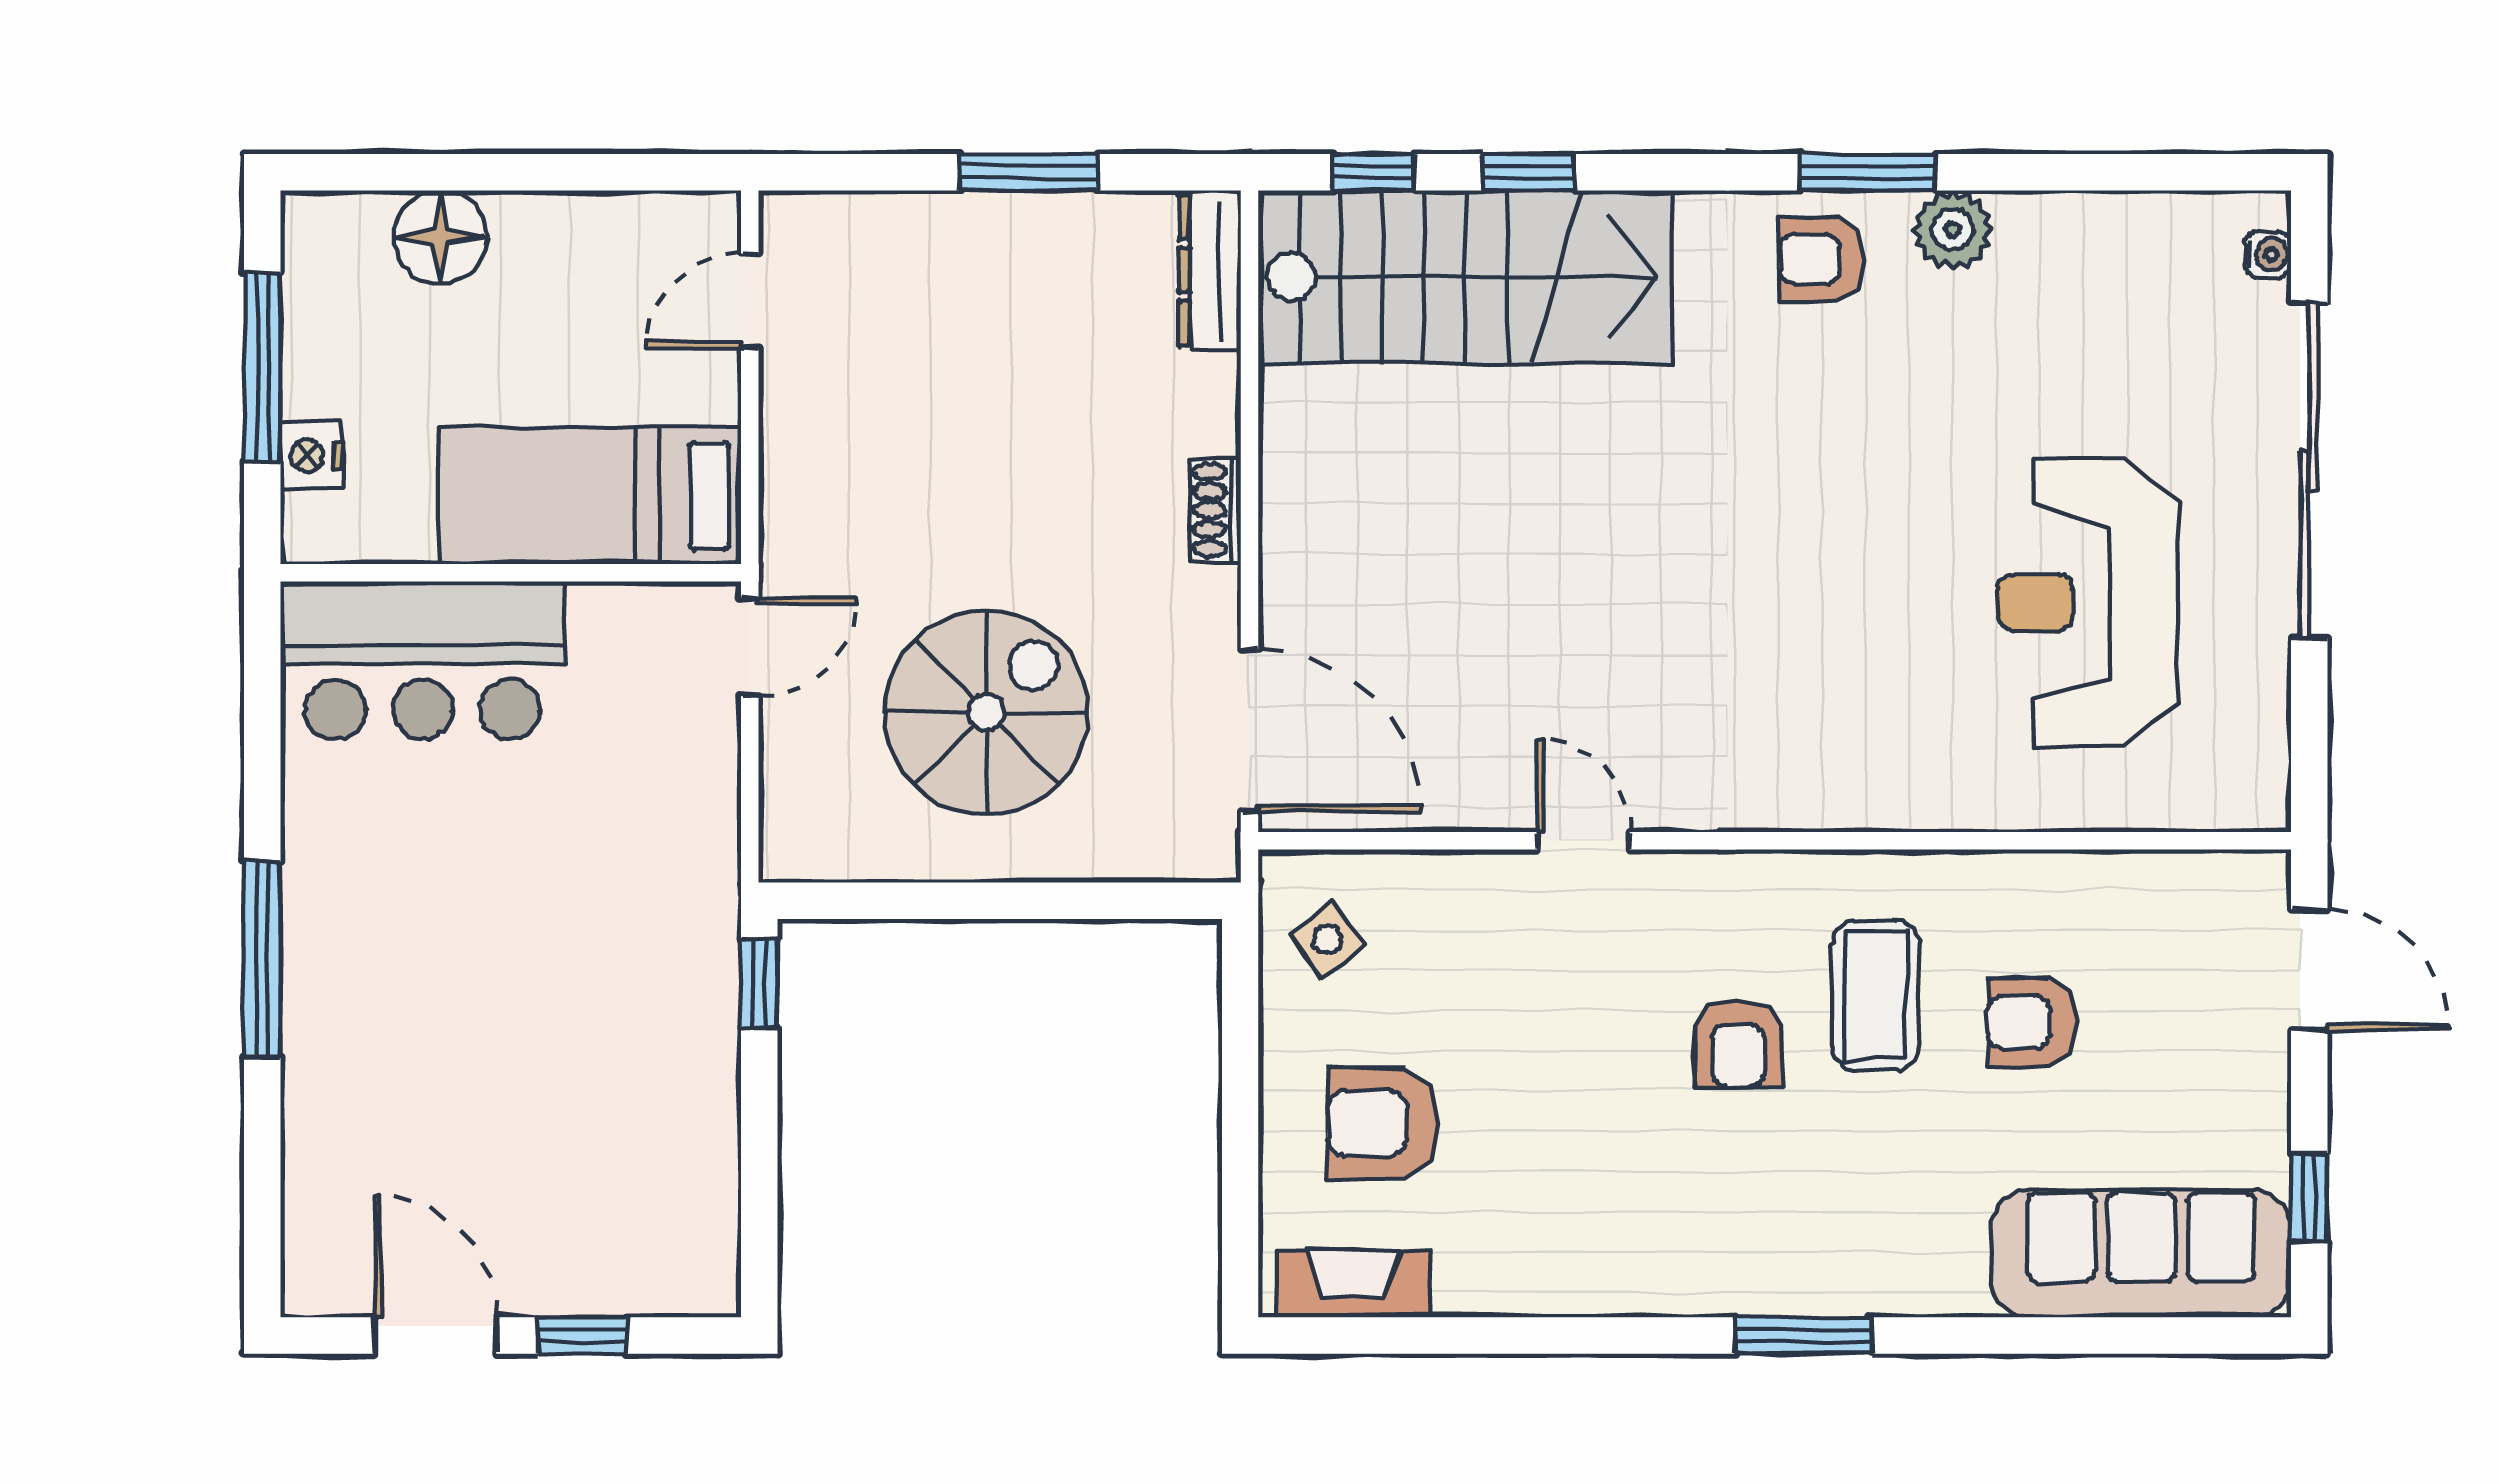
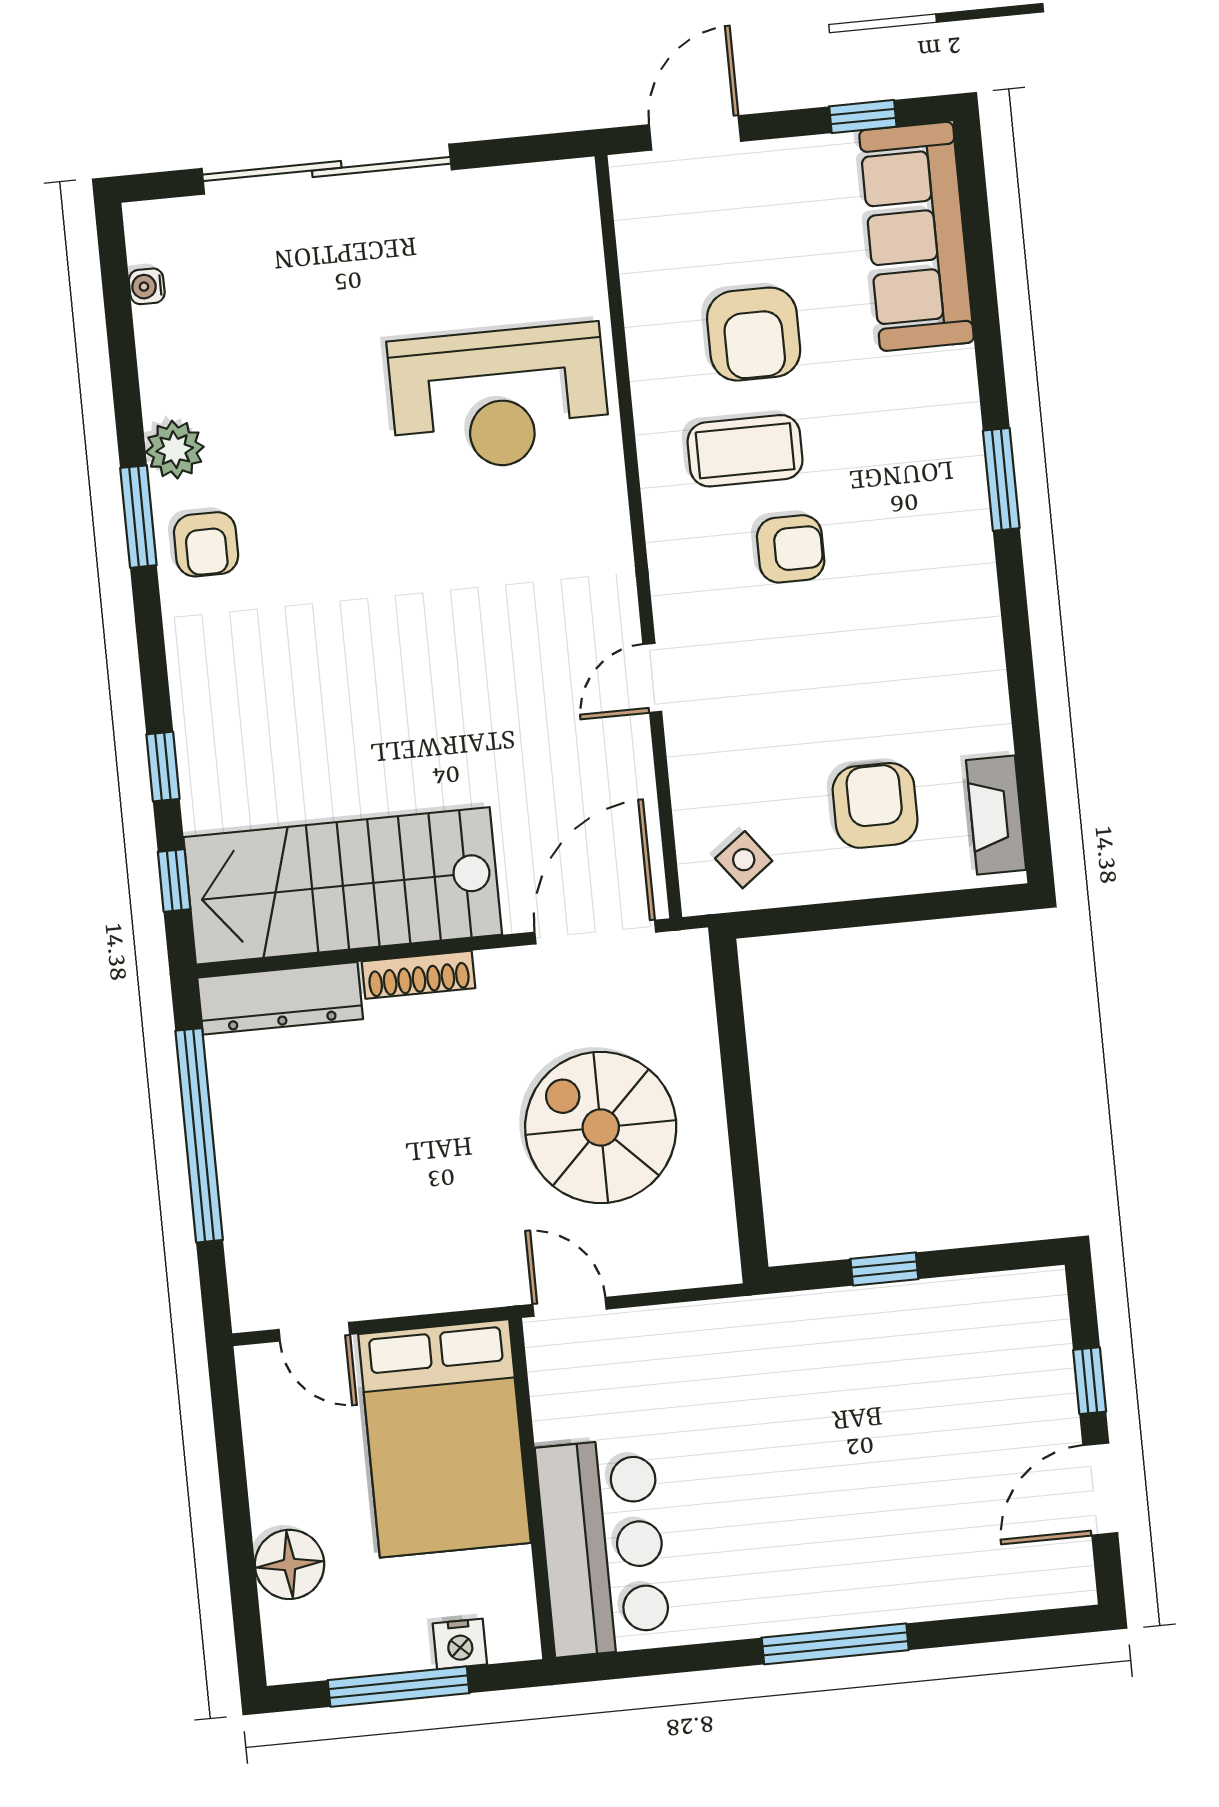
window: (1029, 172) -> (199, 1135), width x2.11
water cooler: (2268, 255) -> (147, 286), moved, turned -90
dresser: (1210, 270) -> (280, 998), width x1.37, depth x1.24
stairs: (1466, 277) -> (343, 886), moved, turned -90
bed: (589, 496) -> (445, 1438), width x1.50
shoe rack: (1216, 510) -> (419, 975), width x1.43
reception desk: (2088, 602) -> (499, 398), moved
window: (759, 984) -> (884, 1269), moved
armchair: (2031, 1022) -> (754, 334), width x1.38, depth x1.38
armchair: (1383, 1123) -> (875, 805), turned 180

